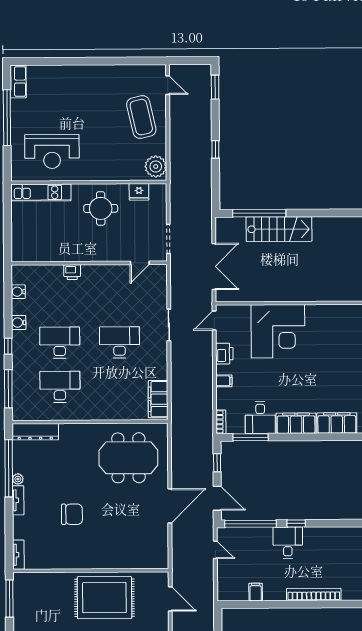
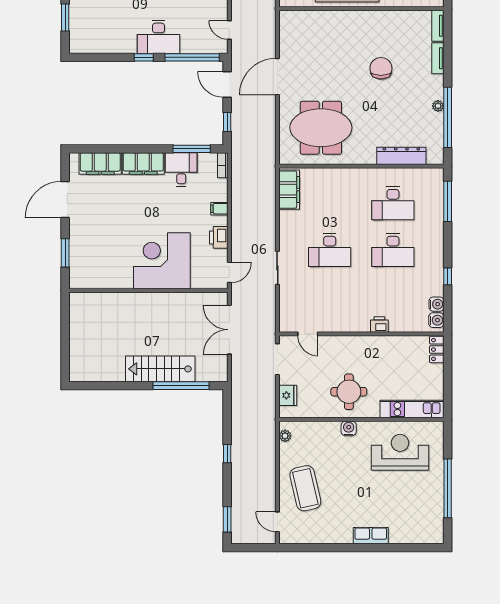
row of seats: (18, 82) -> (371, 536), moved, turned 90
plant: (156, 166) -> (285, 436), width x0.53, depth x0.53
water cooler: (101, 174) -> (349, 428), added
fridge: (139, 192) -> (288, 395), moved, turned 90
locker: (18, 249) -> (437, 350), added
door: (140, 263) -> (308, 334), swing flipped
water cooler: (19, 323) -> (436, 320), moved
window: (8, 346) -> (448, 276), moved
dresser: (35, 432) -> (401, 156), moved
tv unit: (18, 500) -> (438, 58), moved
chair: (72, 514) -> (381, 68), turned 90
desk: (288, 543) -> (158, 37), width x1.37

